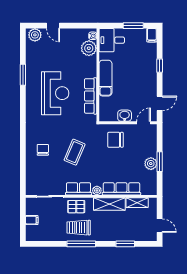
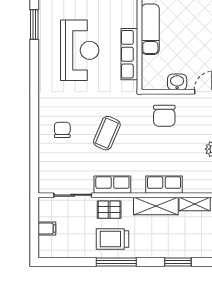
chair: (115, 140) -> (164, 116), turned -90
row of seats: (121, 189) -> (164, 185), width x0.68
plant: (97, 190) -> (138, 187), removed

